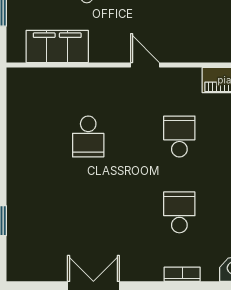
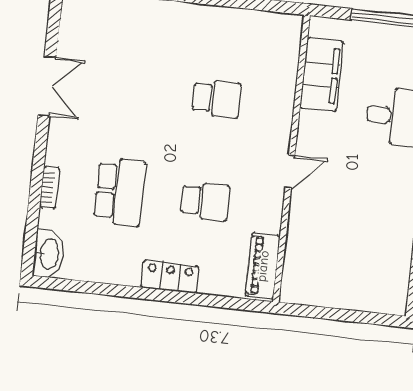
school desk: (88, 137) -> (216, 99), turned 180
school desk: (179, 212) -> (120, 192), width x1.85

